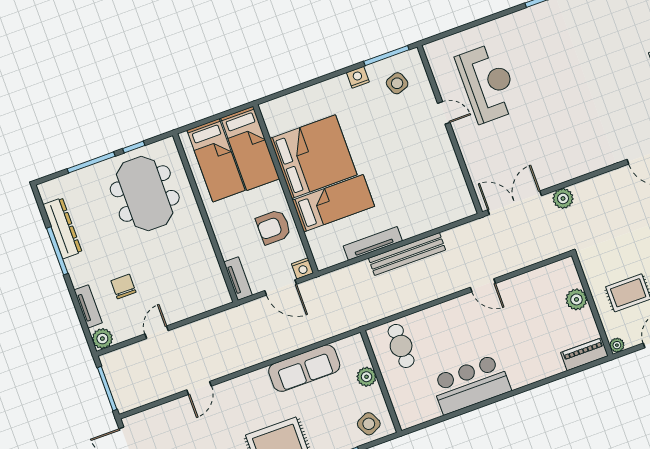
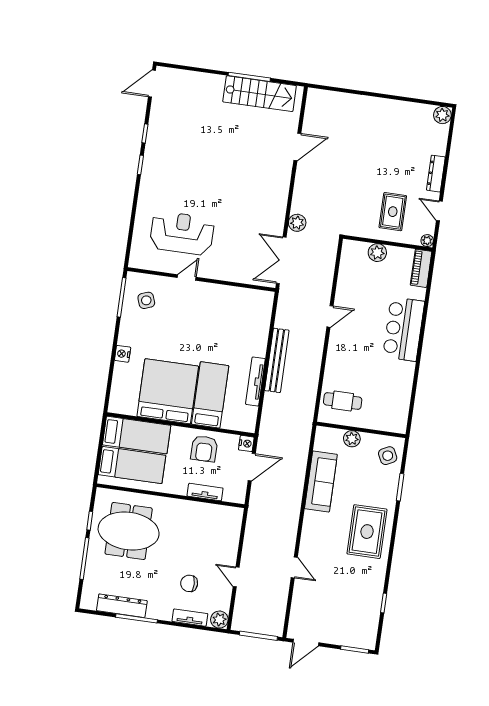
nightstand: (358, 77) -> (123, 354), moved
tv unit: (238, 279) -> (205, 492), moved
bar counter: (471, 384) -> (404, 329), moved

